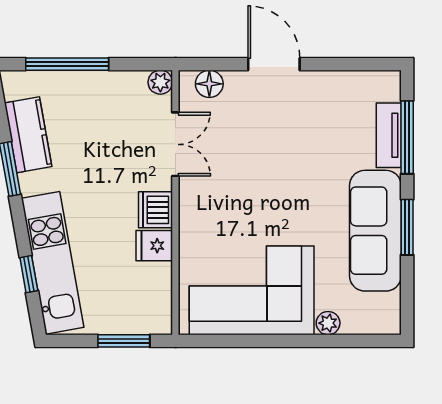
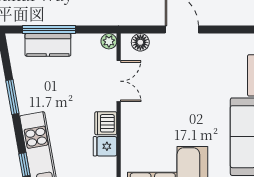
kitchen counter: (28, 135) -> (48, 45), moved, turned 100

